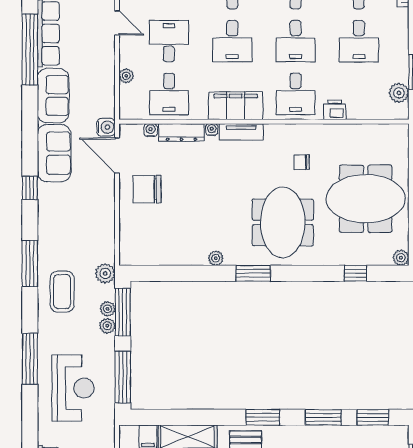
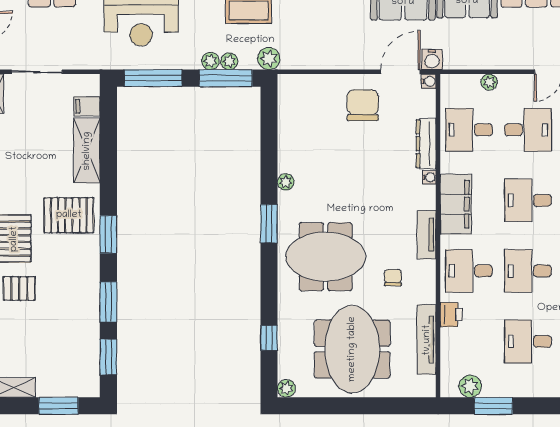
water cooler: (151, 130) -> (429, 81), moved
tv unit: (241, 132) -> (427, 235), moved
tv unit: (357, 132) -> (427, 340), added

